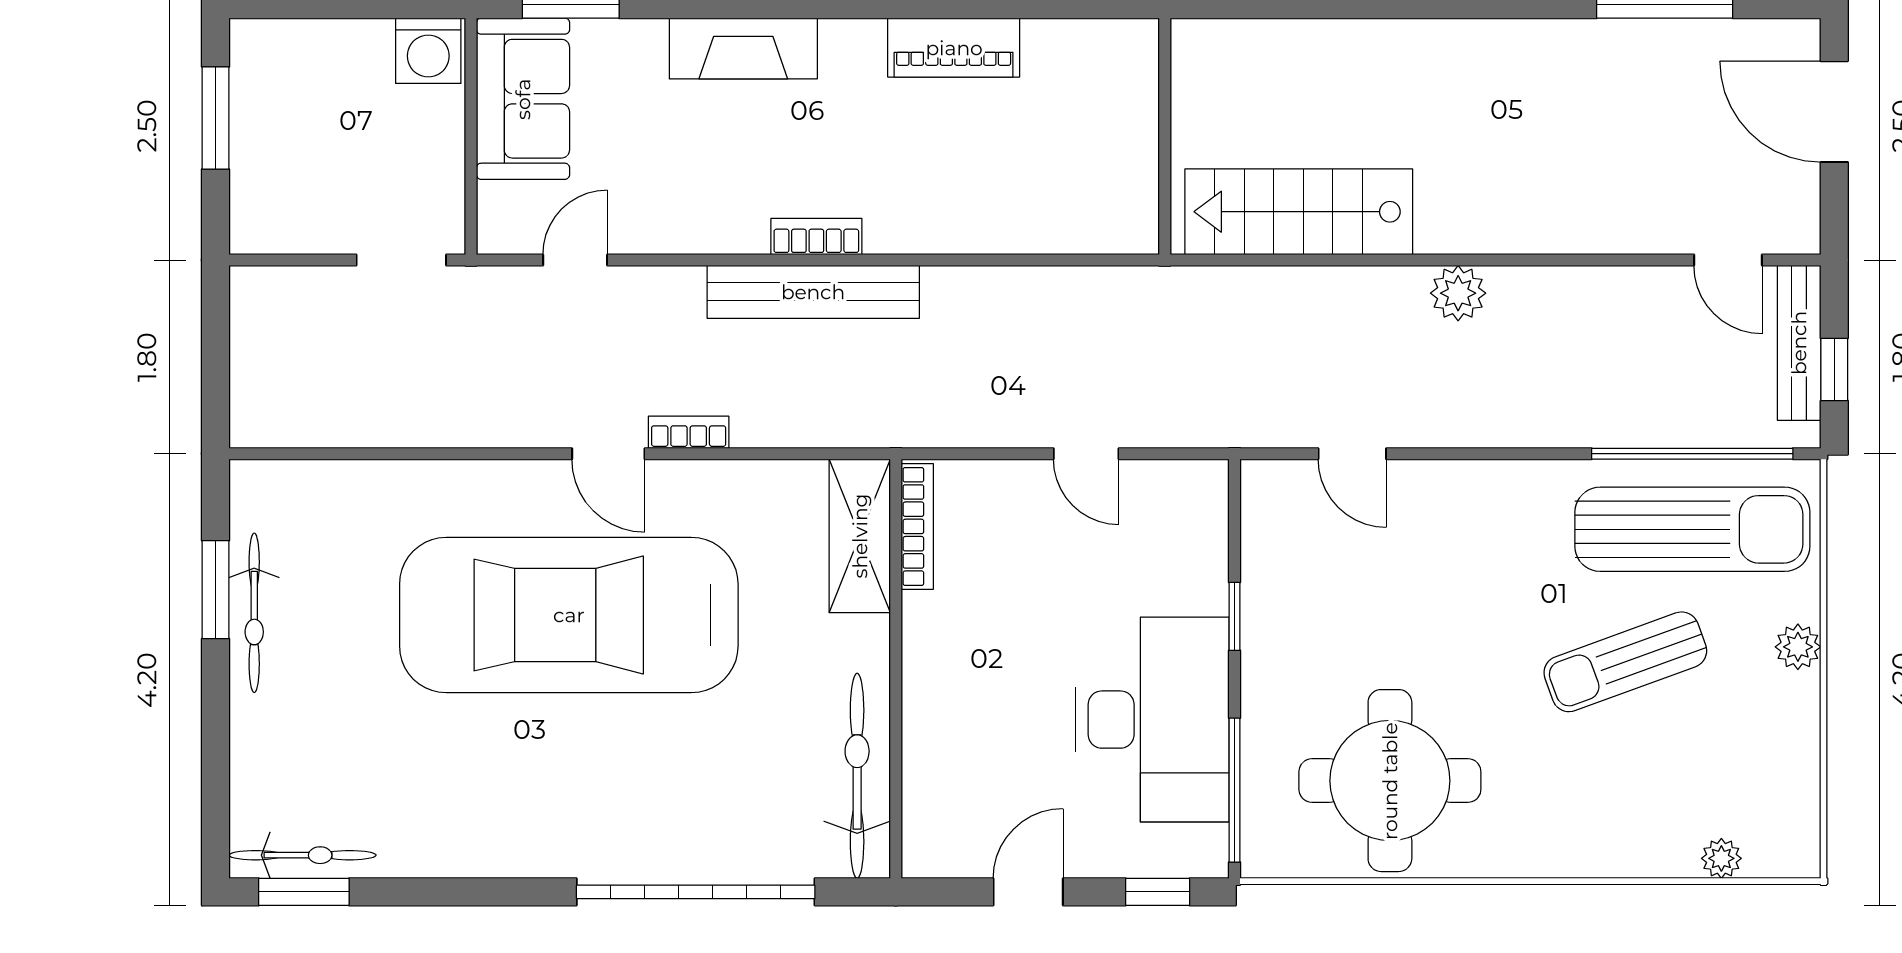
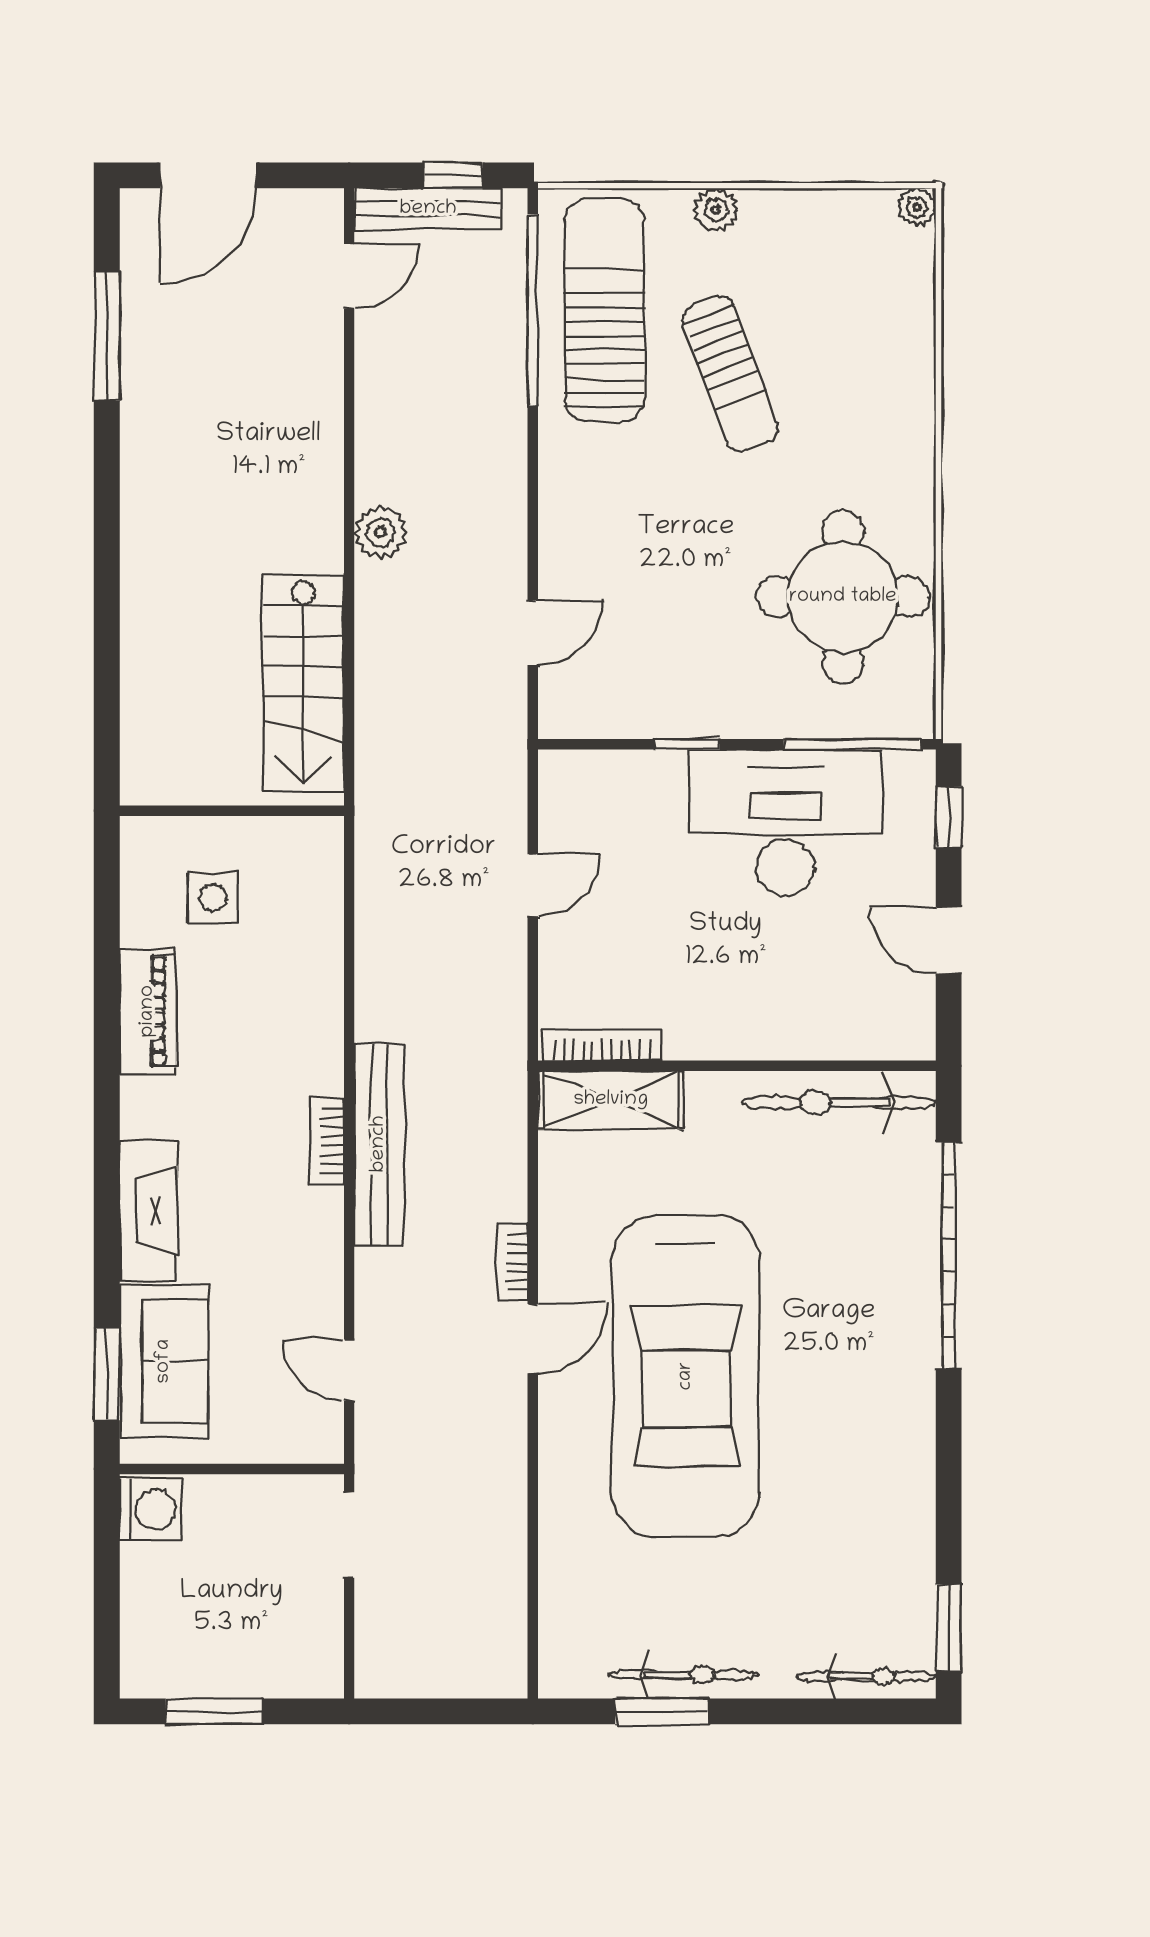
sofa: (523, 99) -> (164, 1361), moved, turned 90
side table: (1073, 117) -> (213, 898), added
bicycle: (302, 855) -> (866, 1676), moved, turned 90
plant: (1721, 858) -> (917, 207), moved

